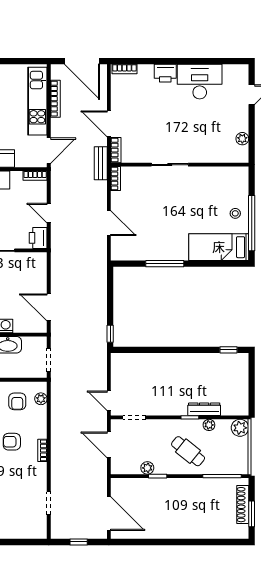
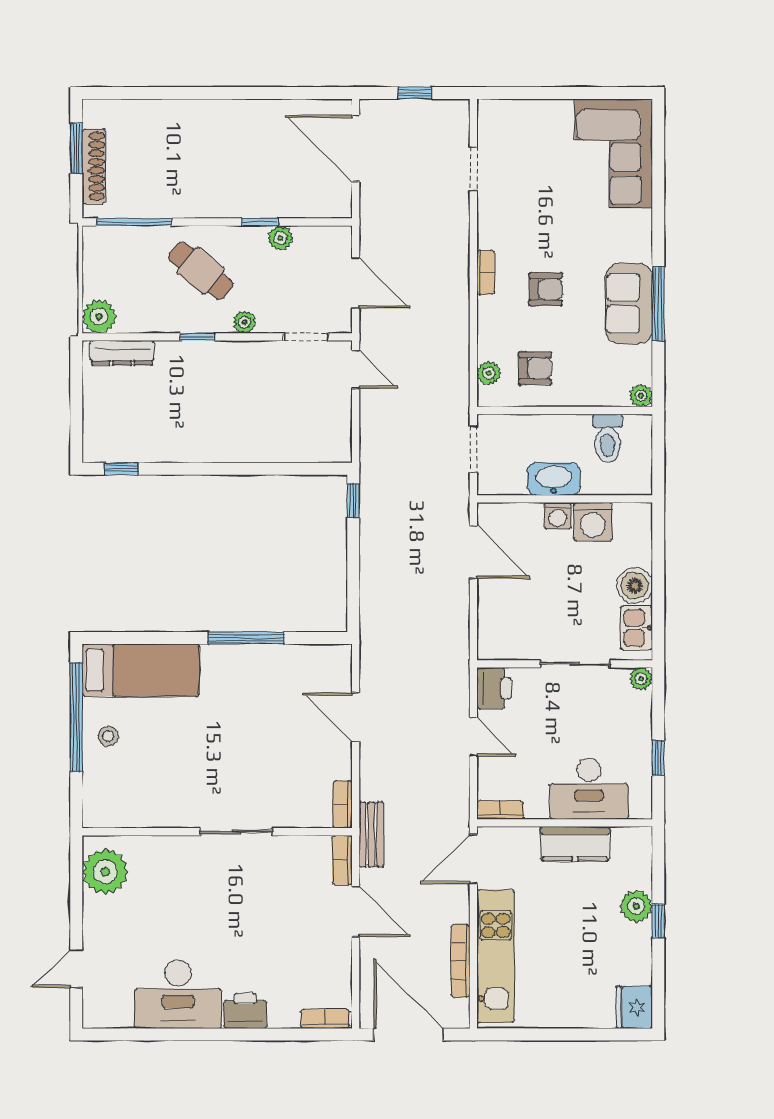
plant: (242, 139) -> (105, 872), width x1.87, depth x1.87
armchair: (17, 401) -> (535, 368), turned 90
dresser: (204, 409) -> (122, 353), moved
plant: (209, 425) -> (244, 322), moved

